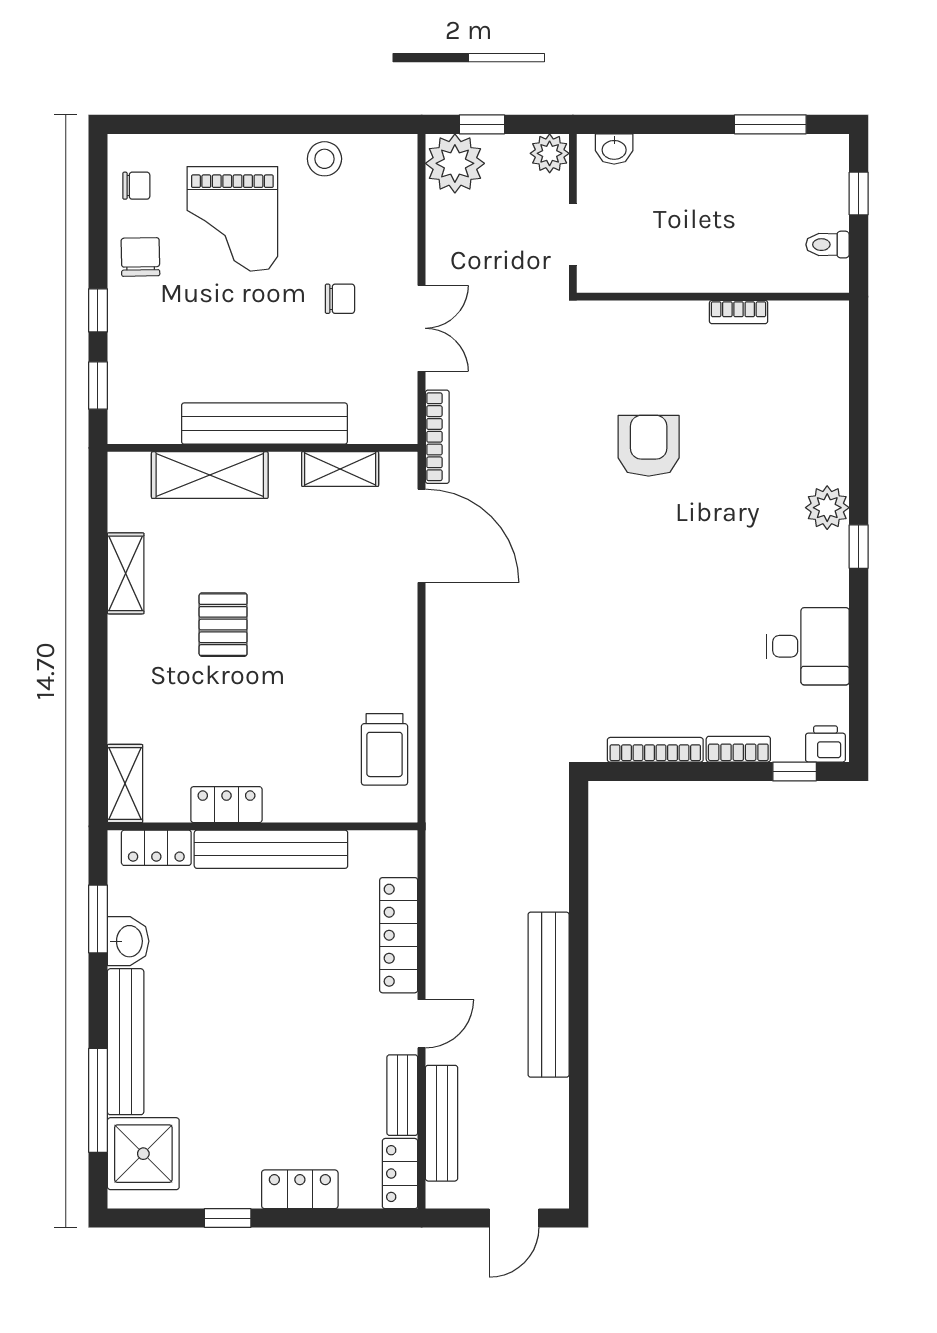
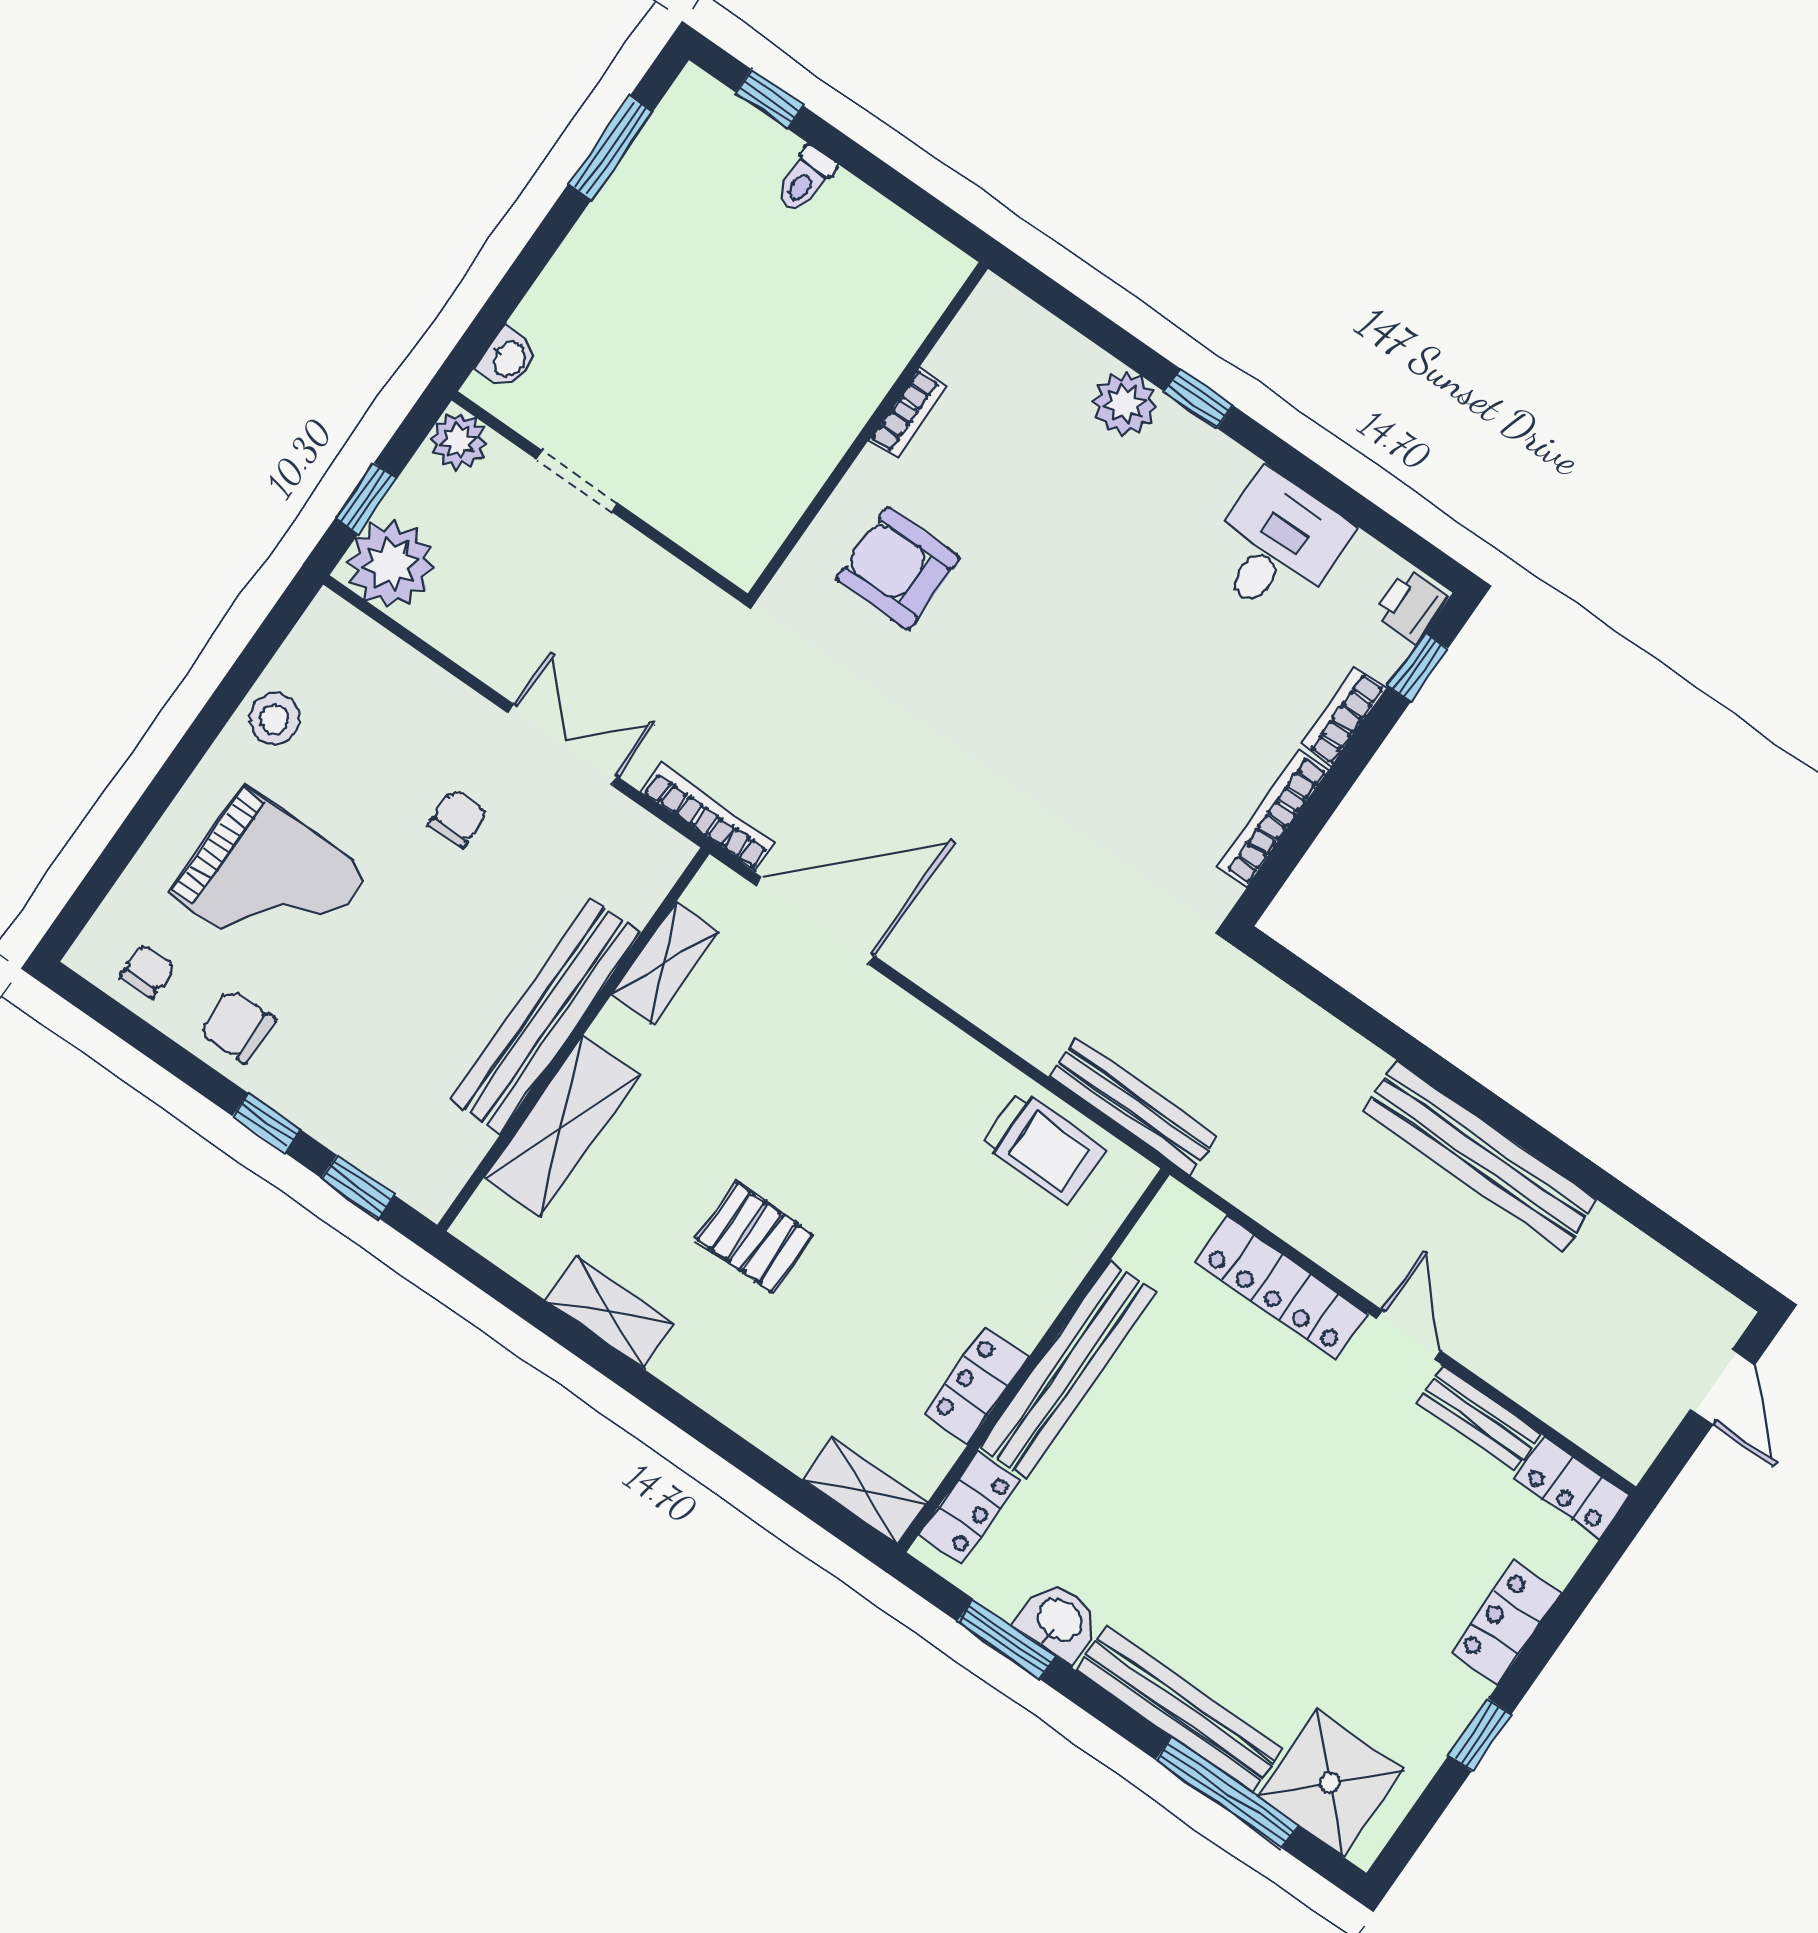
wall: (713, 297) -> (868, 431), moved
bookcase: (739, 312) -> (908, 413), moved
bench: (442, 1123) -> (1133, 1107), moved

